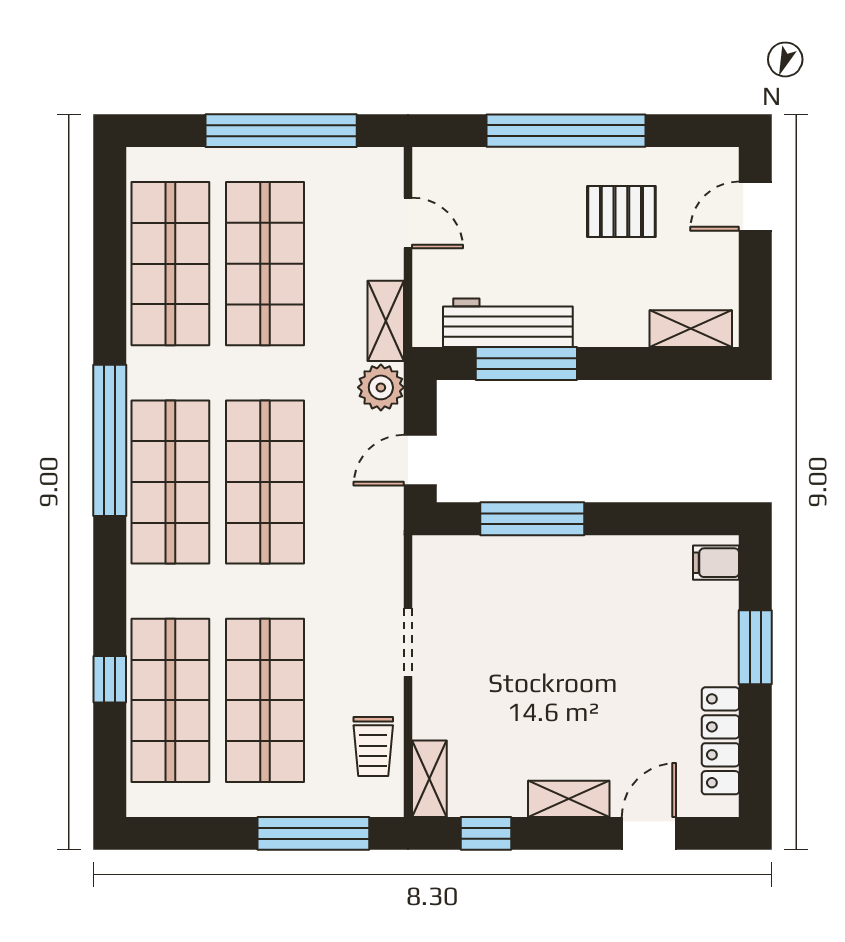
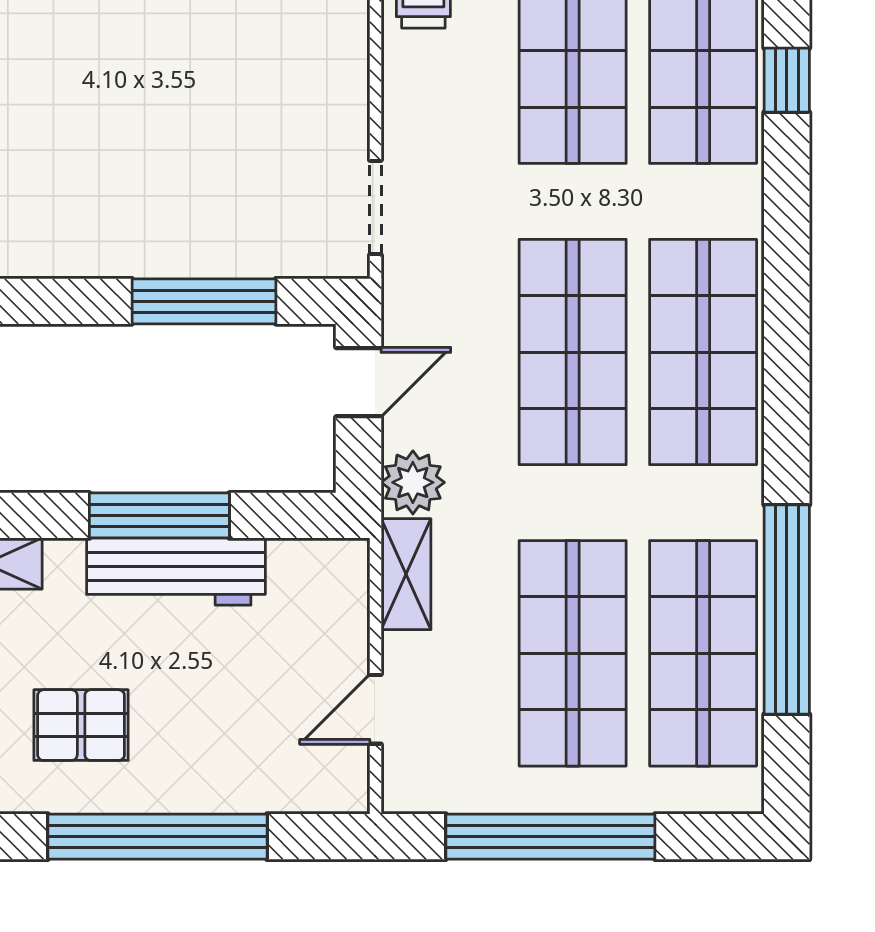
door: (408, 223) -> (375, 709), hinge flipped
workbench: (508, 323) -> (176, 572), moved
window: (526, 364) -> (159, 515), moved
window: (110, 440) -> (787, 609), moved
doorway: (408, 642) -> (375, 208), moved

